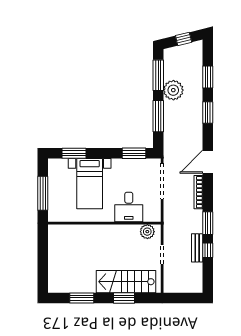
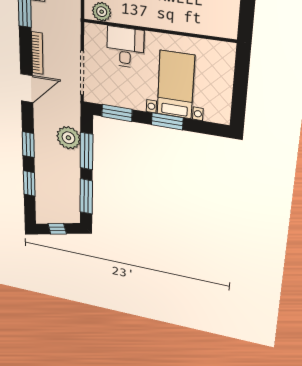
plant: (173, 90) -> (68, 138), moved
window: (74, 153) -> (167, 121), moved
window: (43, 193) -> (241, 82), removed

